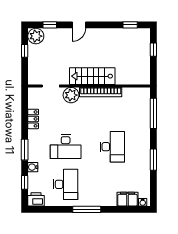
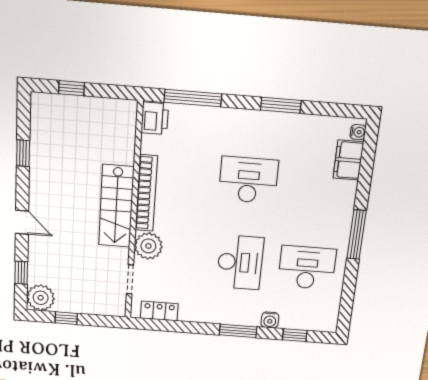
window: (130, 25) -> (23, 153), moved
locker: (33, 119) -> (159, 311), moved
printer: (36, 199) -> (155, 118), moved, turned 180

